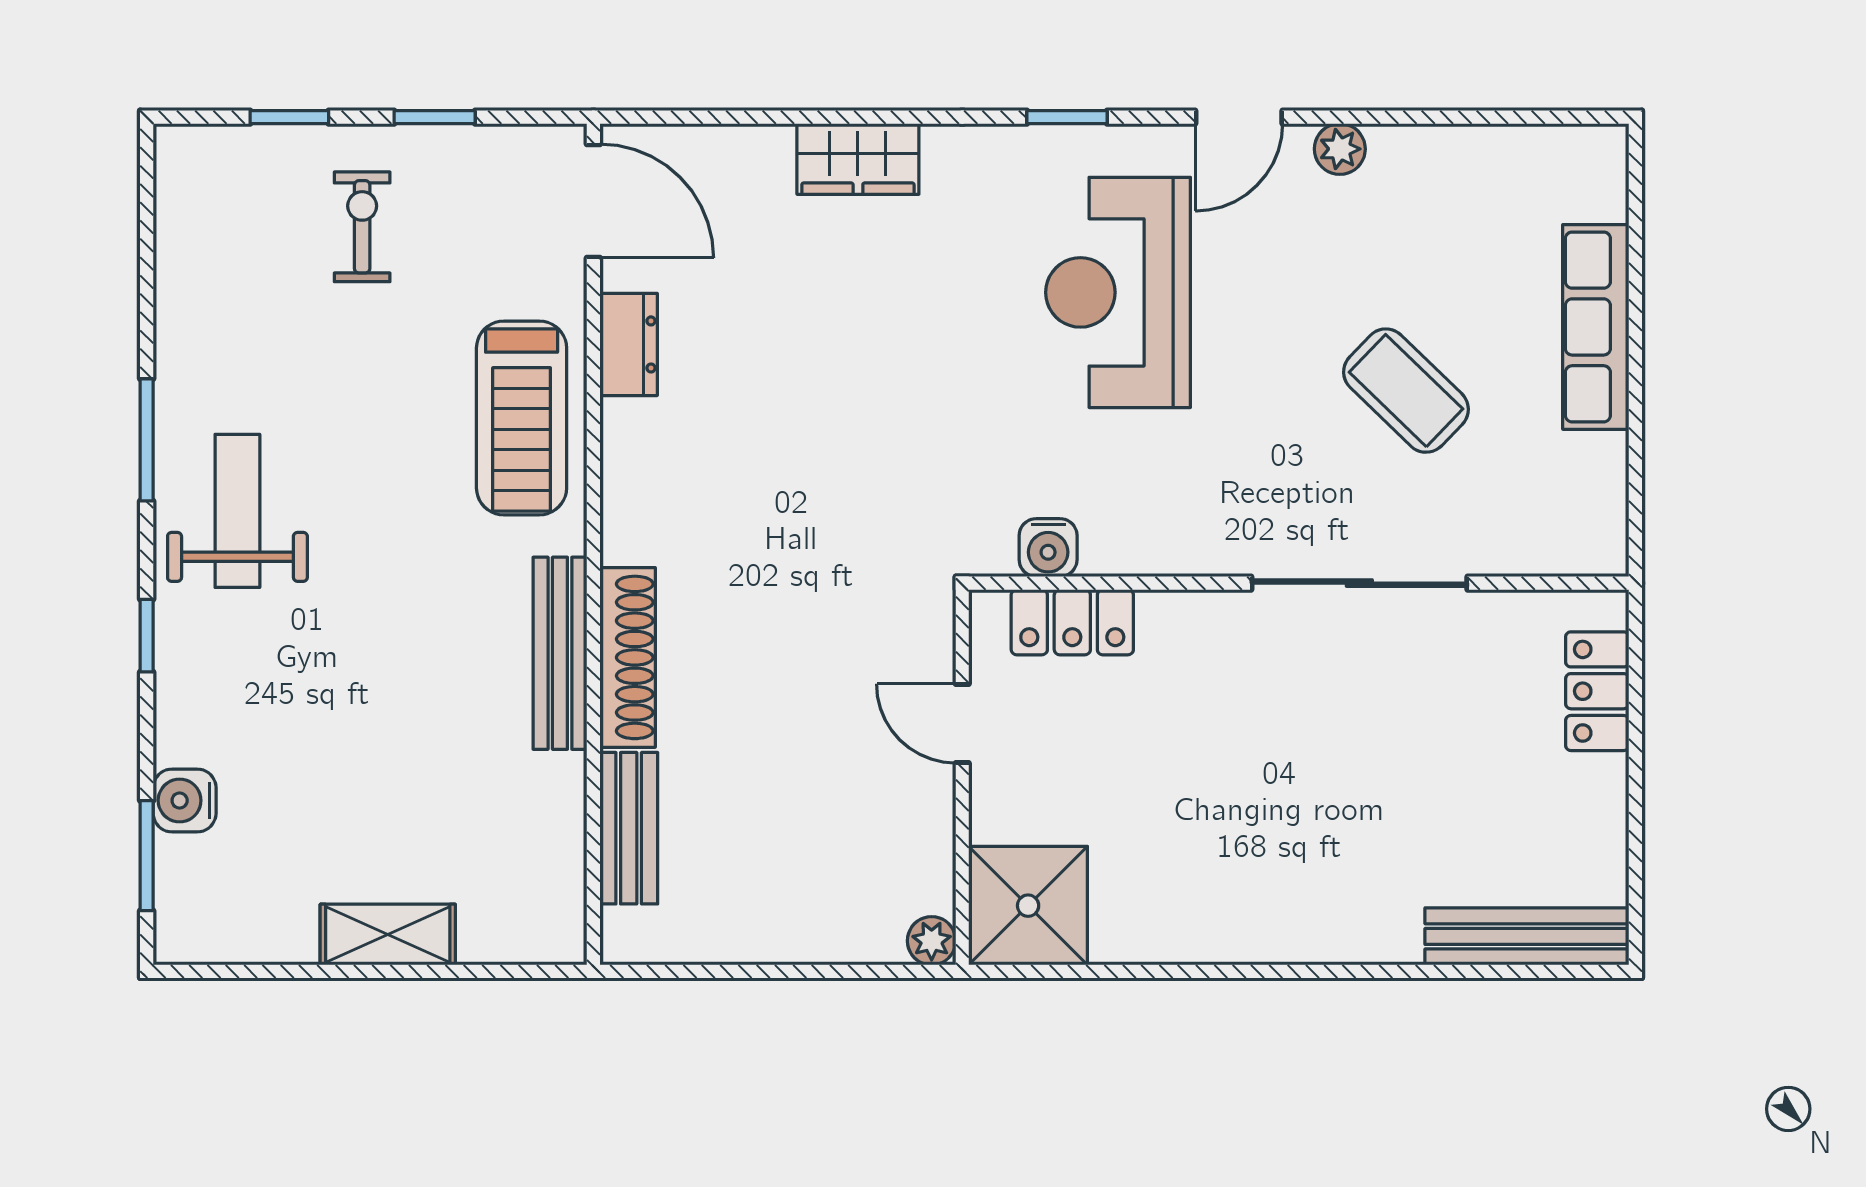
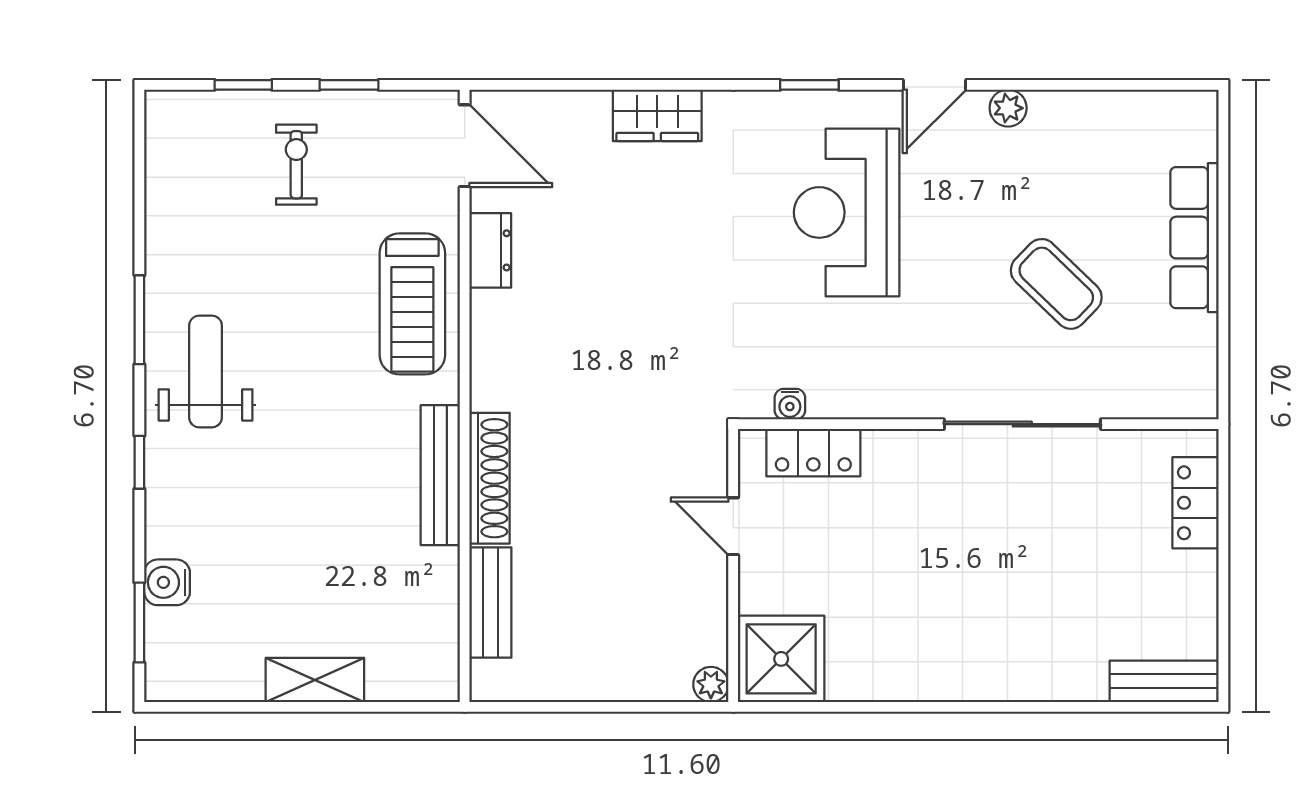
water cooler: (1048, 548) -> (790, 404), width x0.72, depth x0.72
bench: (1527, 936) -> (1164, 681), width x0.73

